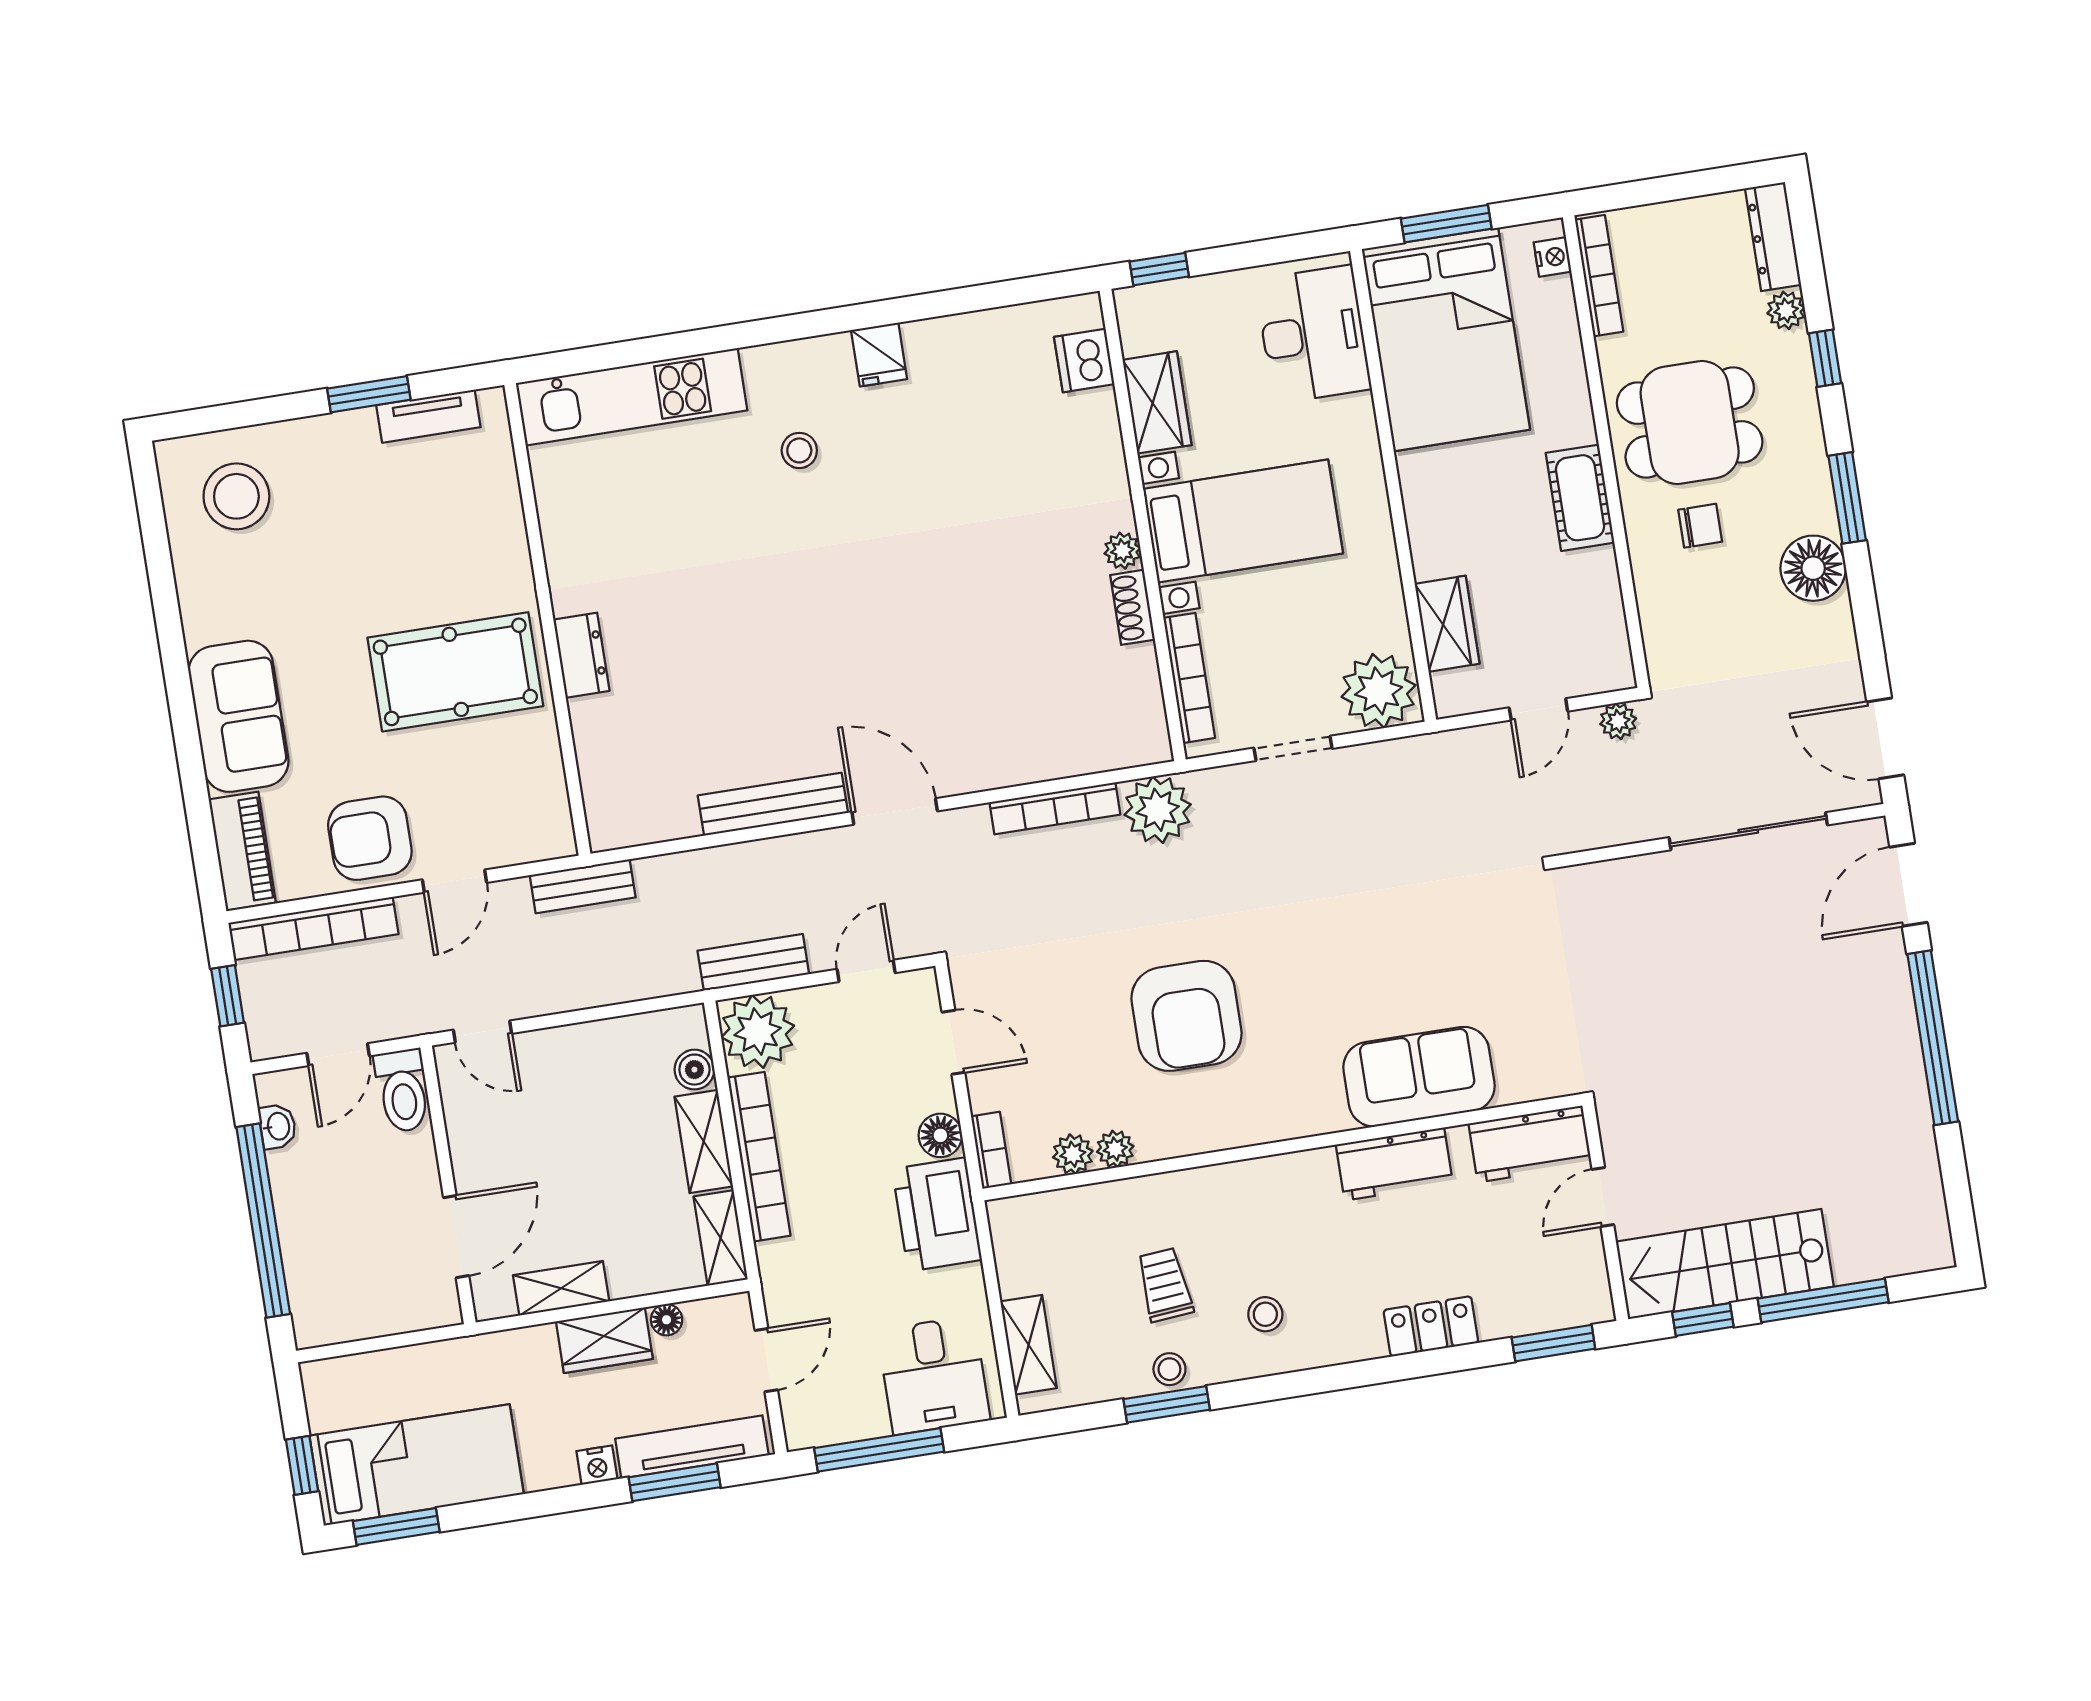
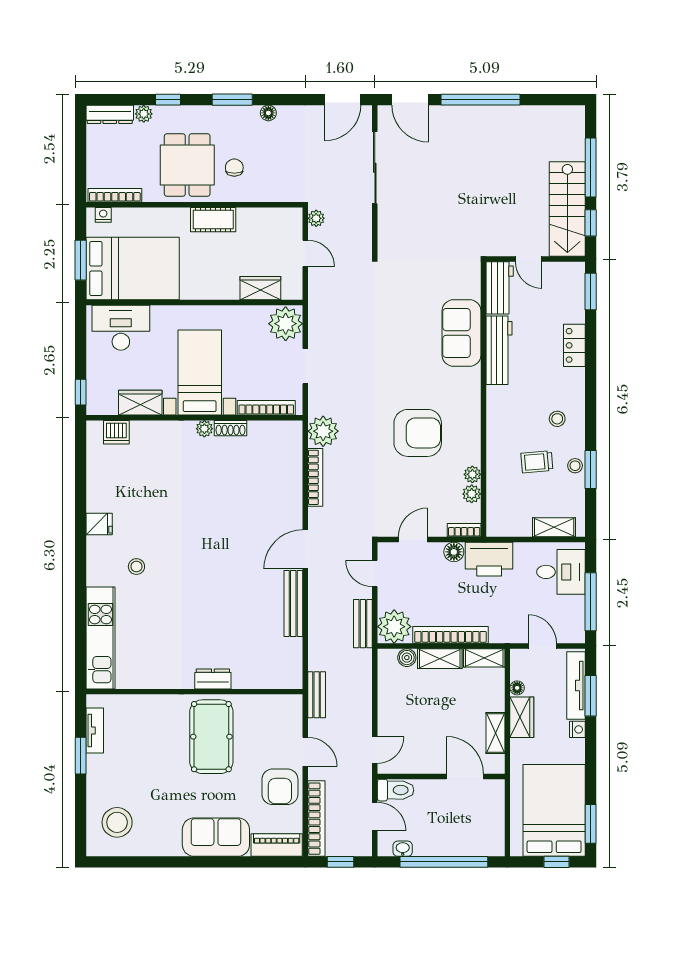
floor lamp: (1813, 568) -> (268, 113), width x0.53, depth x0.53
workbench: (1394, 1164) -> (499, 350), width x1.38
bed: (417, 1465) -> (554, 810), width x1.50

